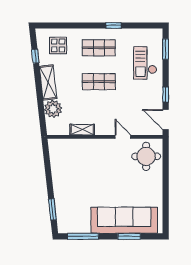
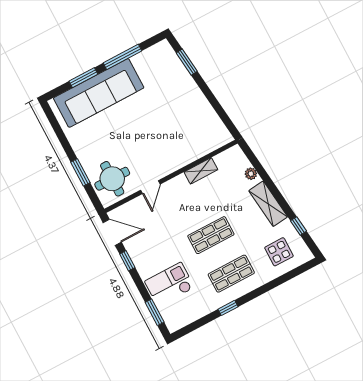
checkout: (145, 63) -> (170, 284), turned -90
plant: (53, 109) -> (251, 174), width x0.53, depth x0.53
door: (123, 137) -> (150, 187), hinge flipped
window: (166, 172) -> (80, 172), added
window: (83, 236) -> (122, 57), moved

